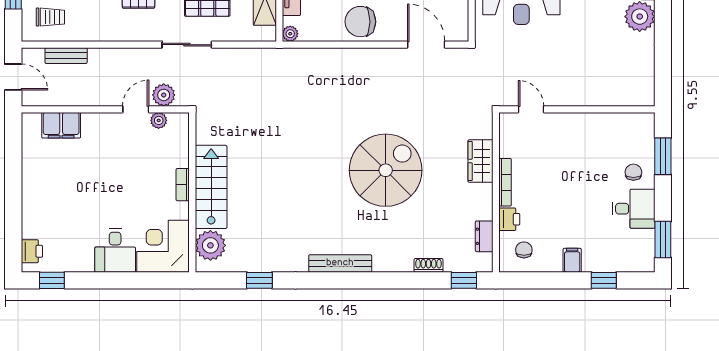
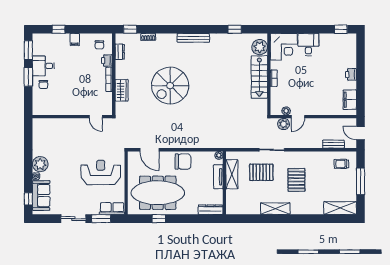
filing cabinet: (61, 125) -> (350, 100), moved, turned -90
window: (663, 156) -> (28, 77), moved
printer: (32, 251) -> (351, 74), moved

